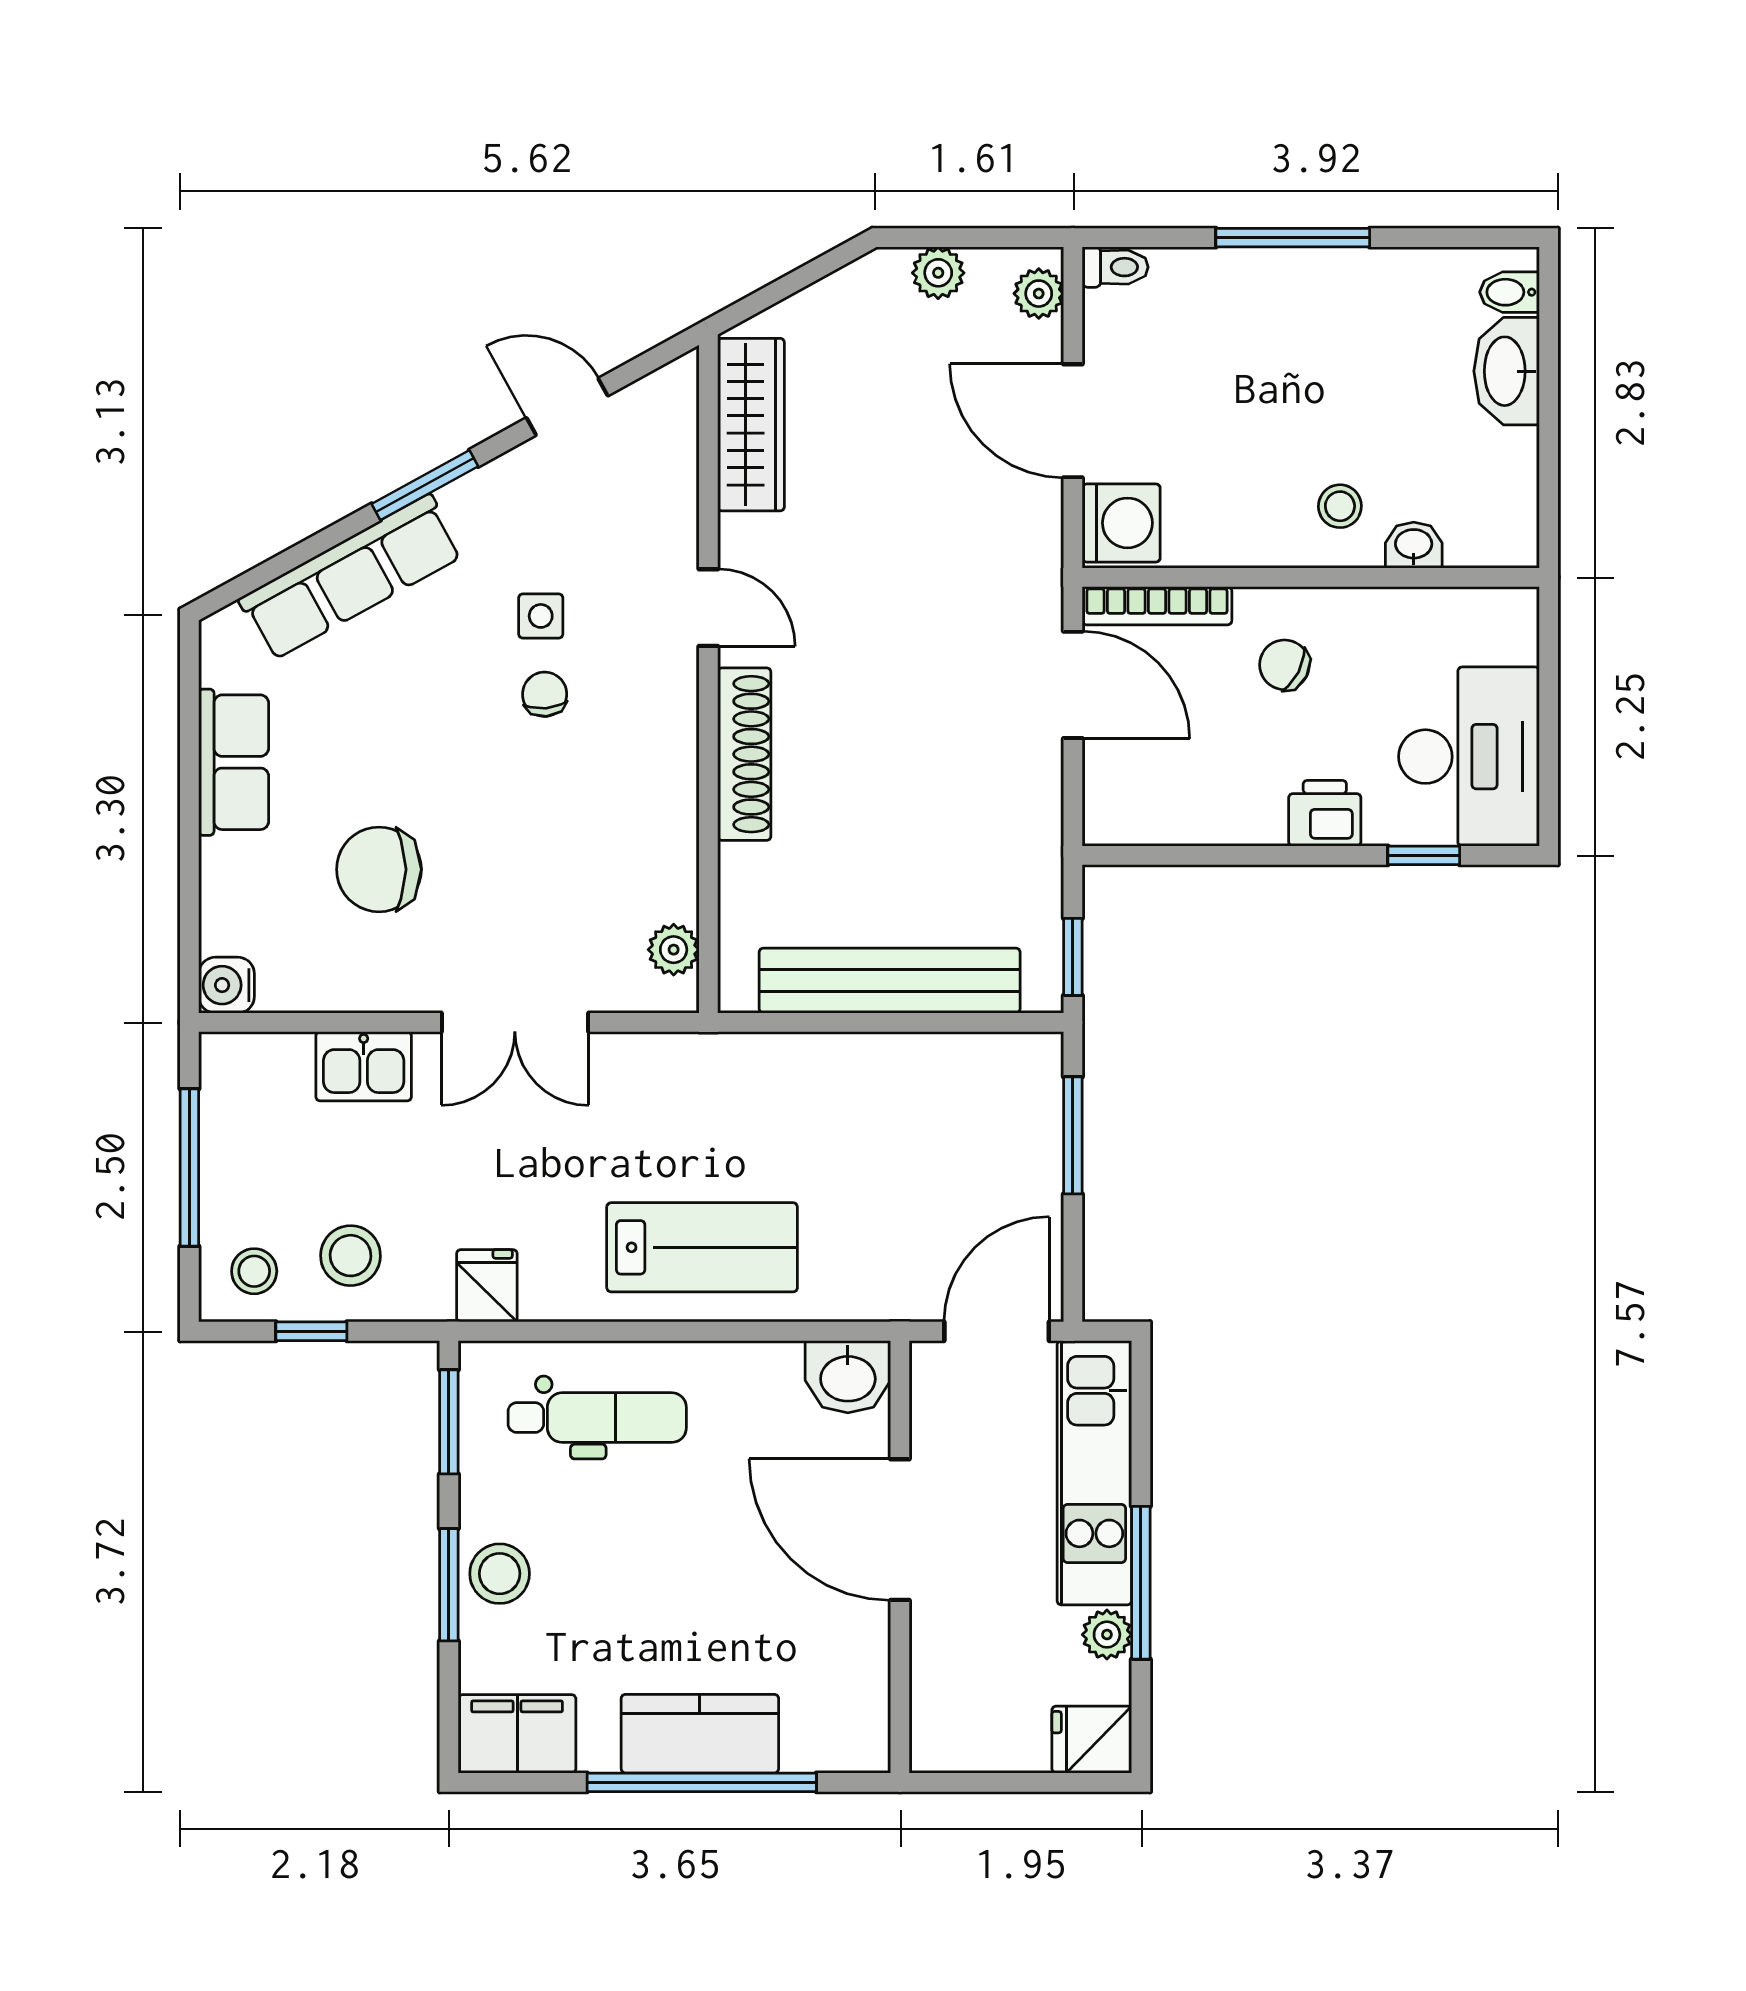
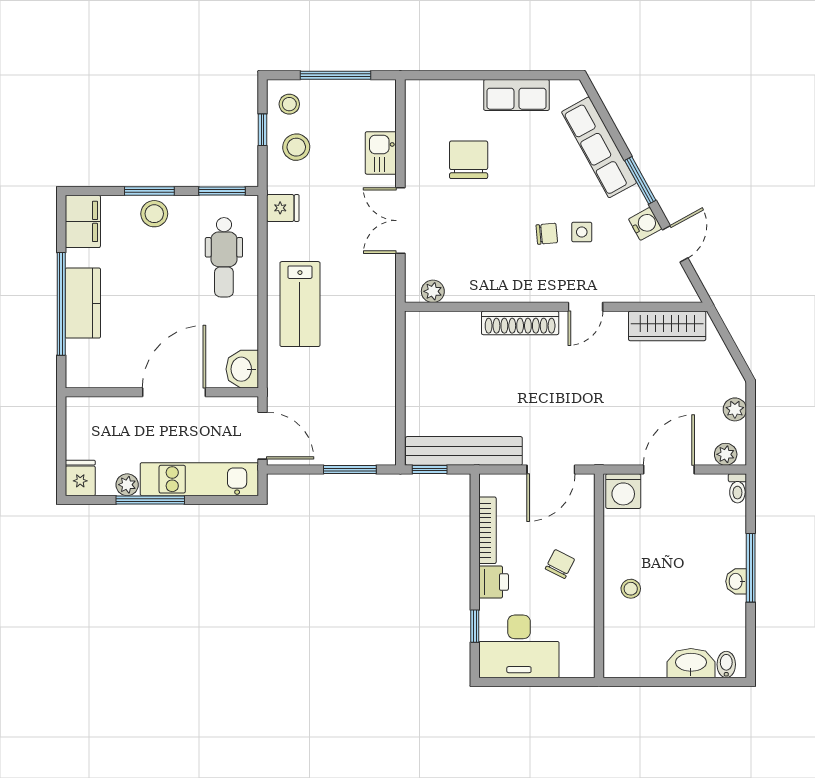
washbasin: (1414, 545) -> (736, 581), moved, turned 180
bookcase: (1157, 606) -> (488, 530), moved, turned 180
bench: (890, 981) -> (464, 451), moved, turned 90
water cooler: (227, 985) -> (645, 224), moved, turned 61

